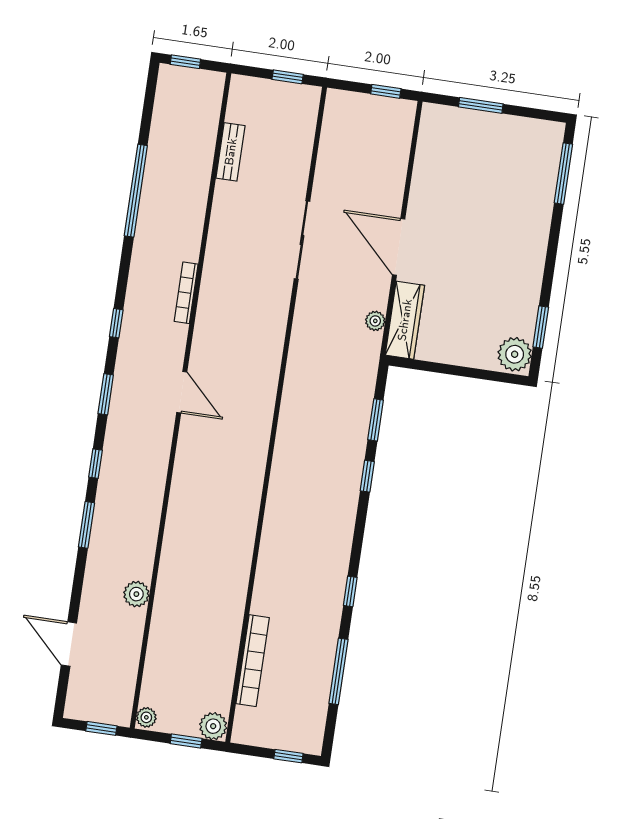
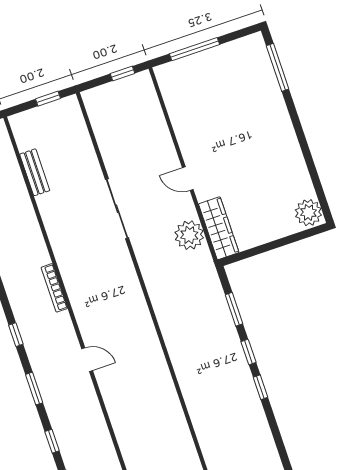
window: (481, 105) -> (195, 49), width x1.44
door: (399, 247) -> (188, 179), width x0.53
plant: (375, 321) -> (189, 235), width x1.87, depth x1.87
window: (541, 327) -> (317, 184), removed
door: (182, 392) -> (87, 360), width x0.73
window: (350, 591) -> (260, 387), moved

